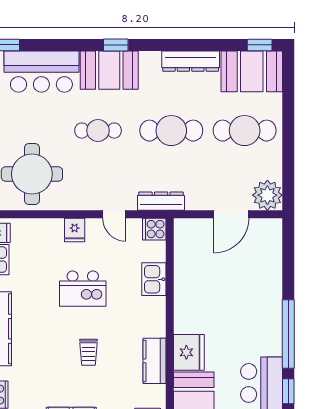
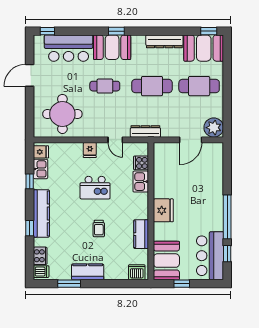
cooker: (154, 229) -> (141, 163), moved
fridge: (189, 352) -> (163, 210), moved

